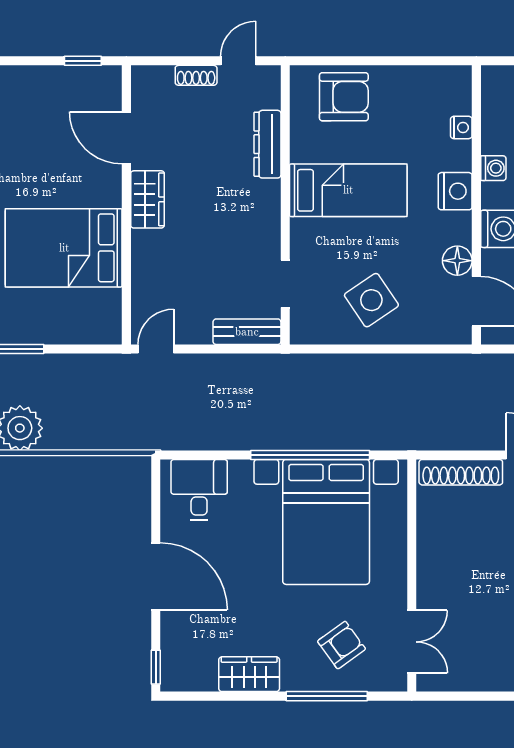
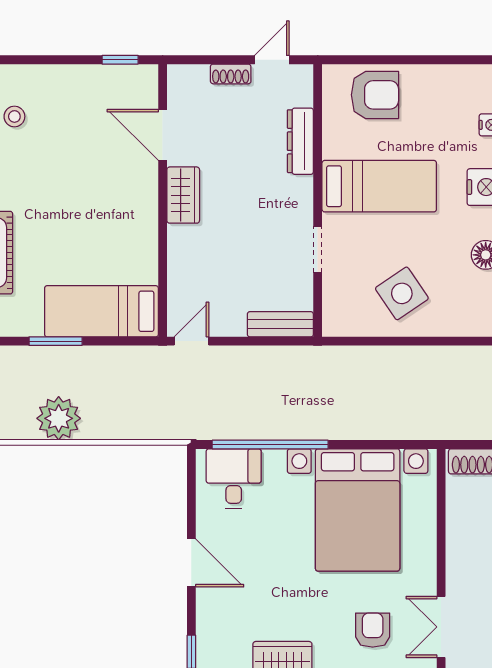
bed: (64, 248) -> (101, 311), moved, width x0.67
doorway: (285, 284) -> (318, 249), moved
window: (310, 455) -> (270, 445), moved
door: (156, 576) -> (191, 563), width x0.73
double door: (412, 642) -> (441, 627), swing flipped
armchair: (341, 645) -> (373, 630), turned -54

